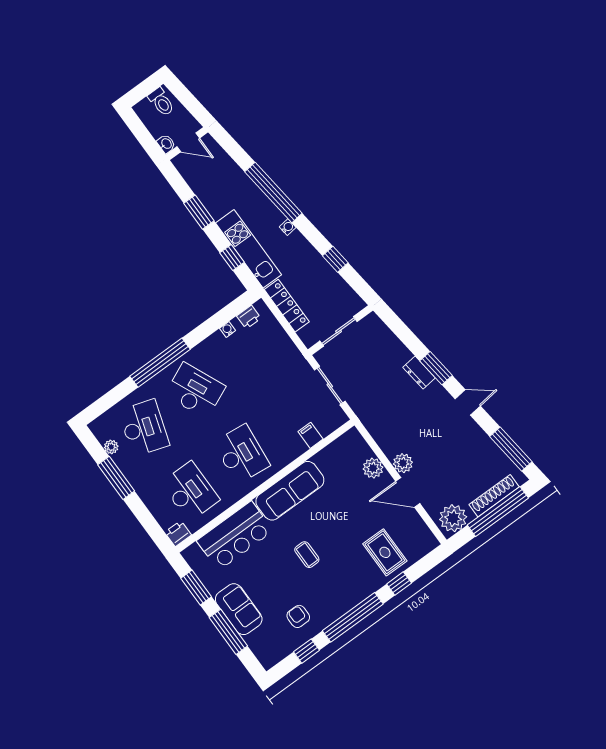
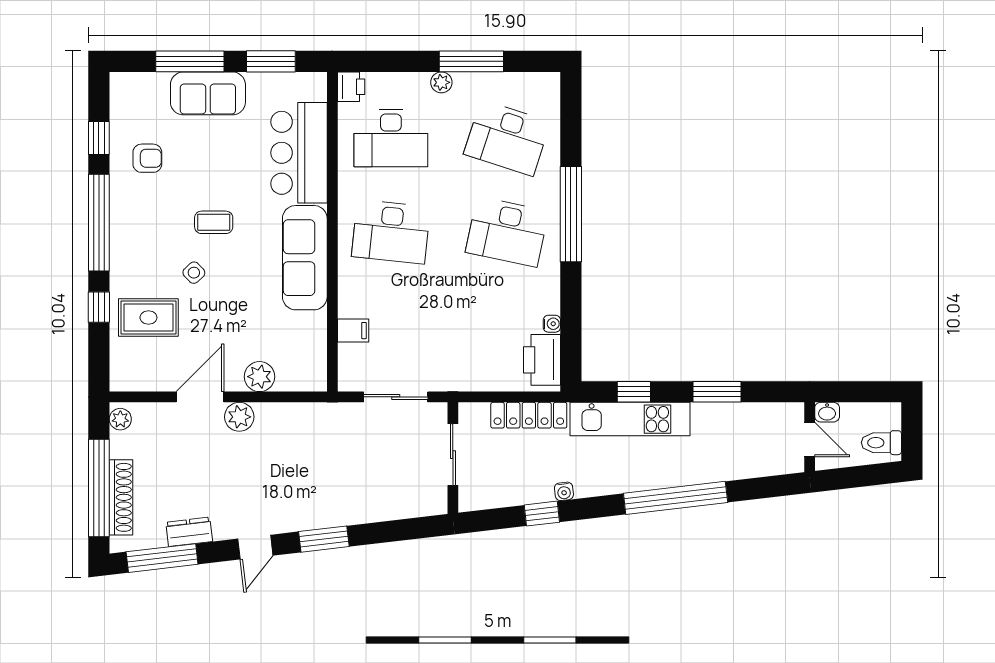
door: (188, 142) -> (810, 440), swing flipped
water cooler: (288, 227) -> (564, 491), moved
printer: (249, 317) -> (542, 360), width x1.87, depth x1.48
dresser: (419, 373) -> (189, 532), moved
desk: (195, 391) -> (507, 232), turned 36
plant: (111, 447) -> (441, 82), moved
plant: (453, 518) -> (120, 419), width x0.53, depth x0.53
side table: (342, 545) -> (194, 273), added

